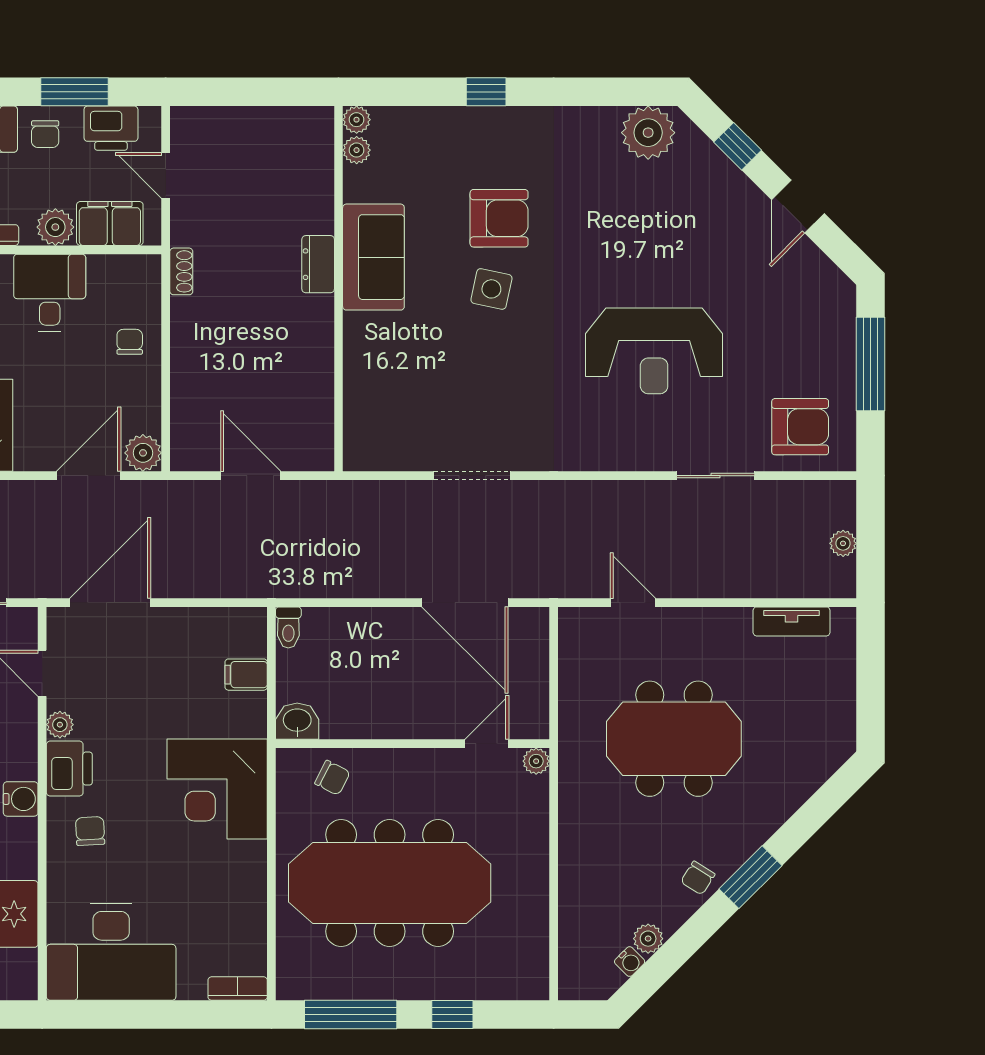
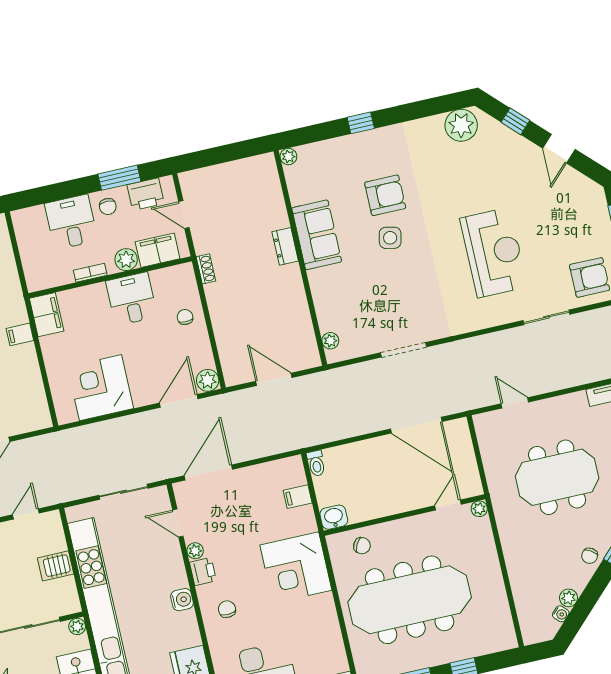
plant: (357, 150) -> (330, 341), moved
reception desk: (654, 351) -> (494, 252), turned -90
printer: (69, 769) -> (203, 572), width x0.73, depth x0.81

